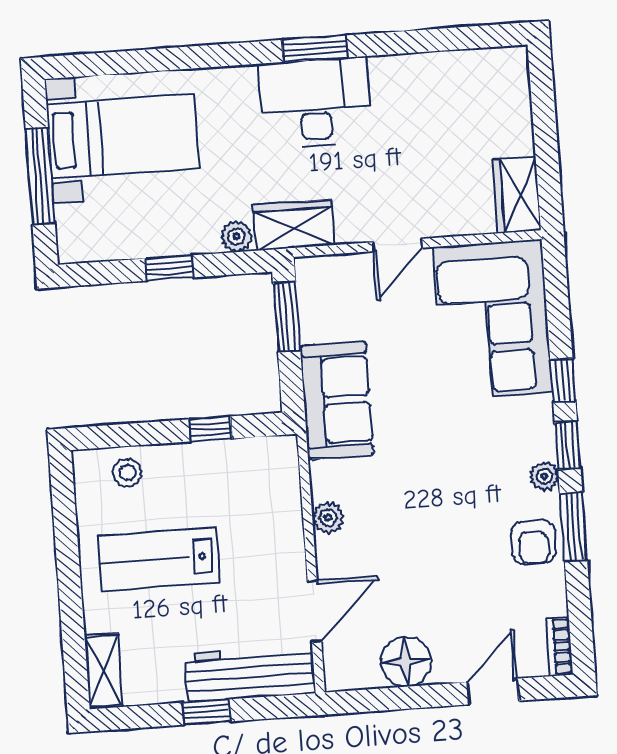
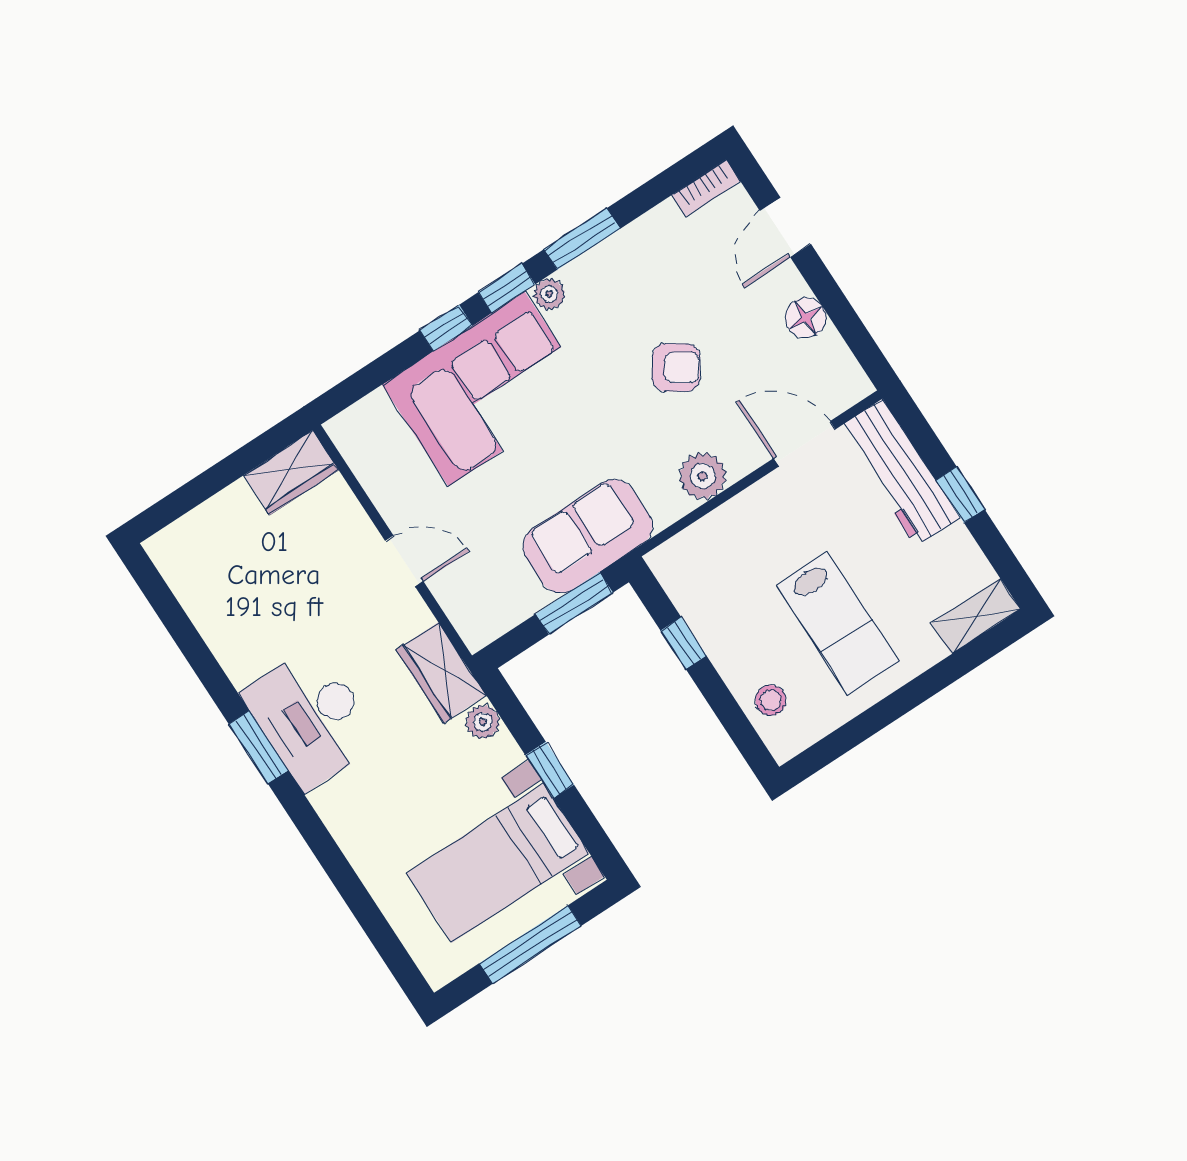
bed with nightstands: (123, 136) -> (498, 863), moved, turned -90
window: (287, 317) -> (574, 603), moved
corner sofa: (493, 320) -> (486, 389), moved
plant: (328, 518) -> (703, 476), width x1.38, depth x1.38
armchair: (534, 542) -> (676, 368), moved, turned 34
floor lamp: (406, 662) -> (806, 318), width x0.73, depth x0.73
door: (493, 691) -> (785, 227), hinge flipped

